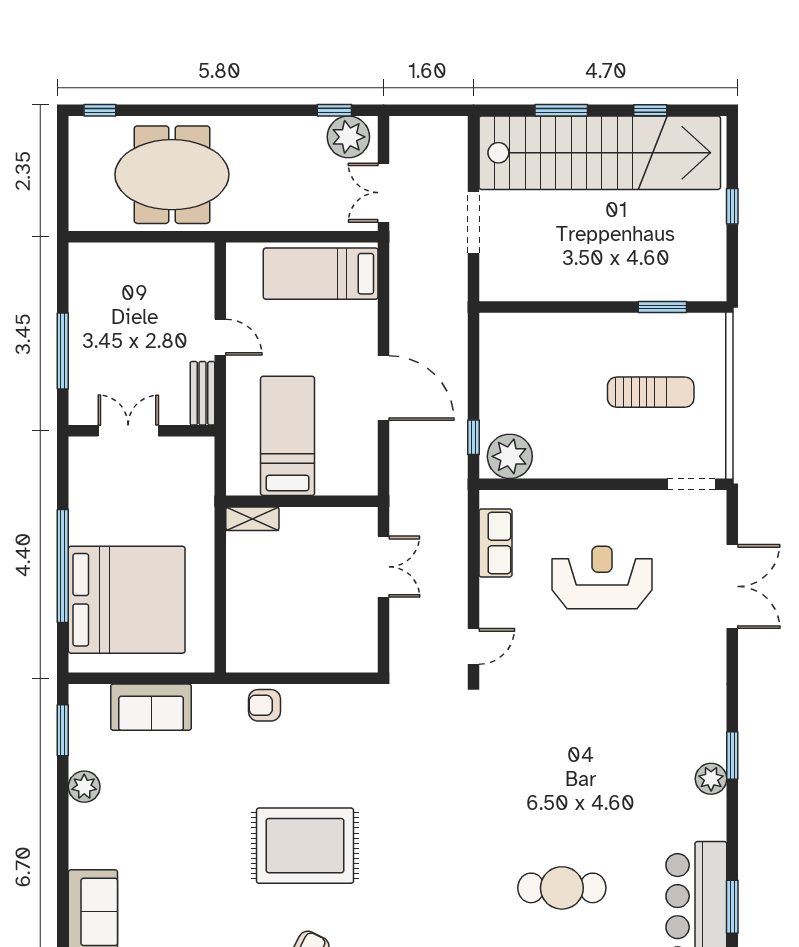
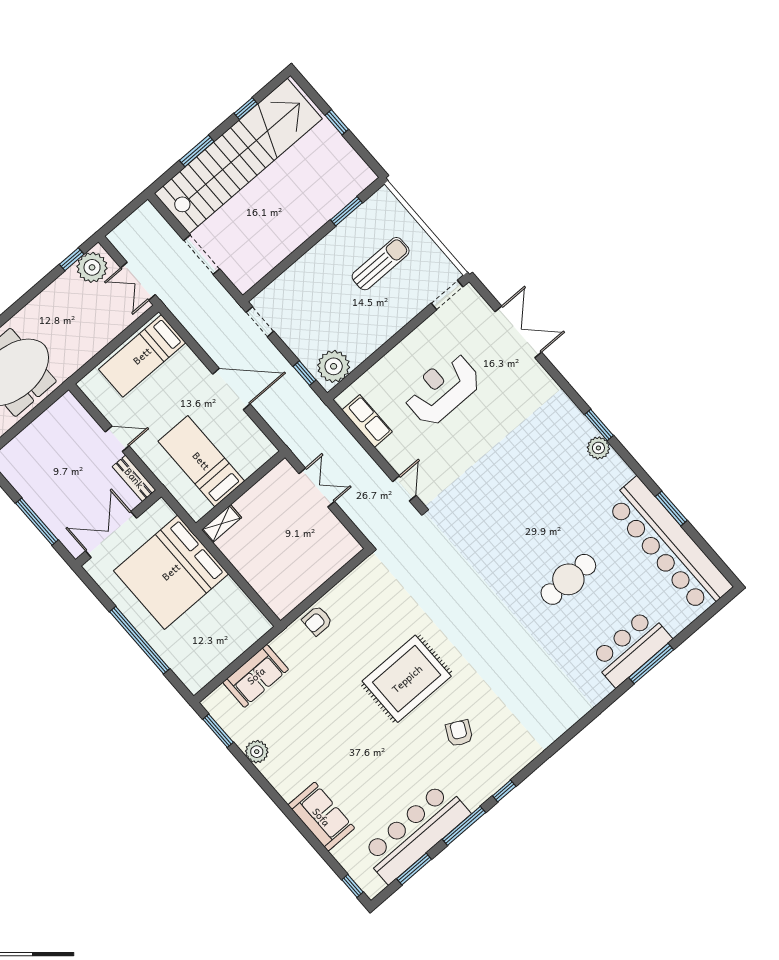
doorway: (473, 344) -> (260, 322), added
double door: (128, 431) -> (111, 534), width x1.37
bed: (127, 600) -> (171, 572), moved, turned 180

